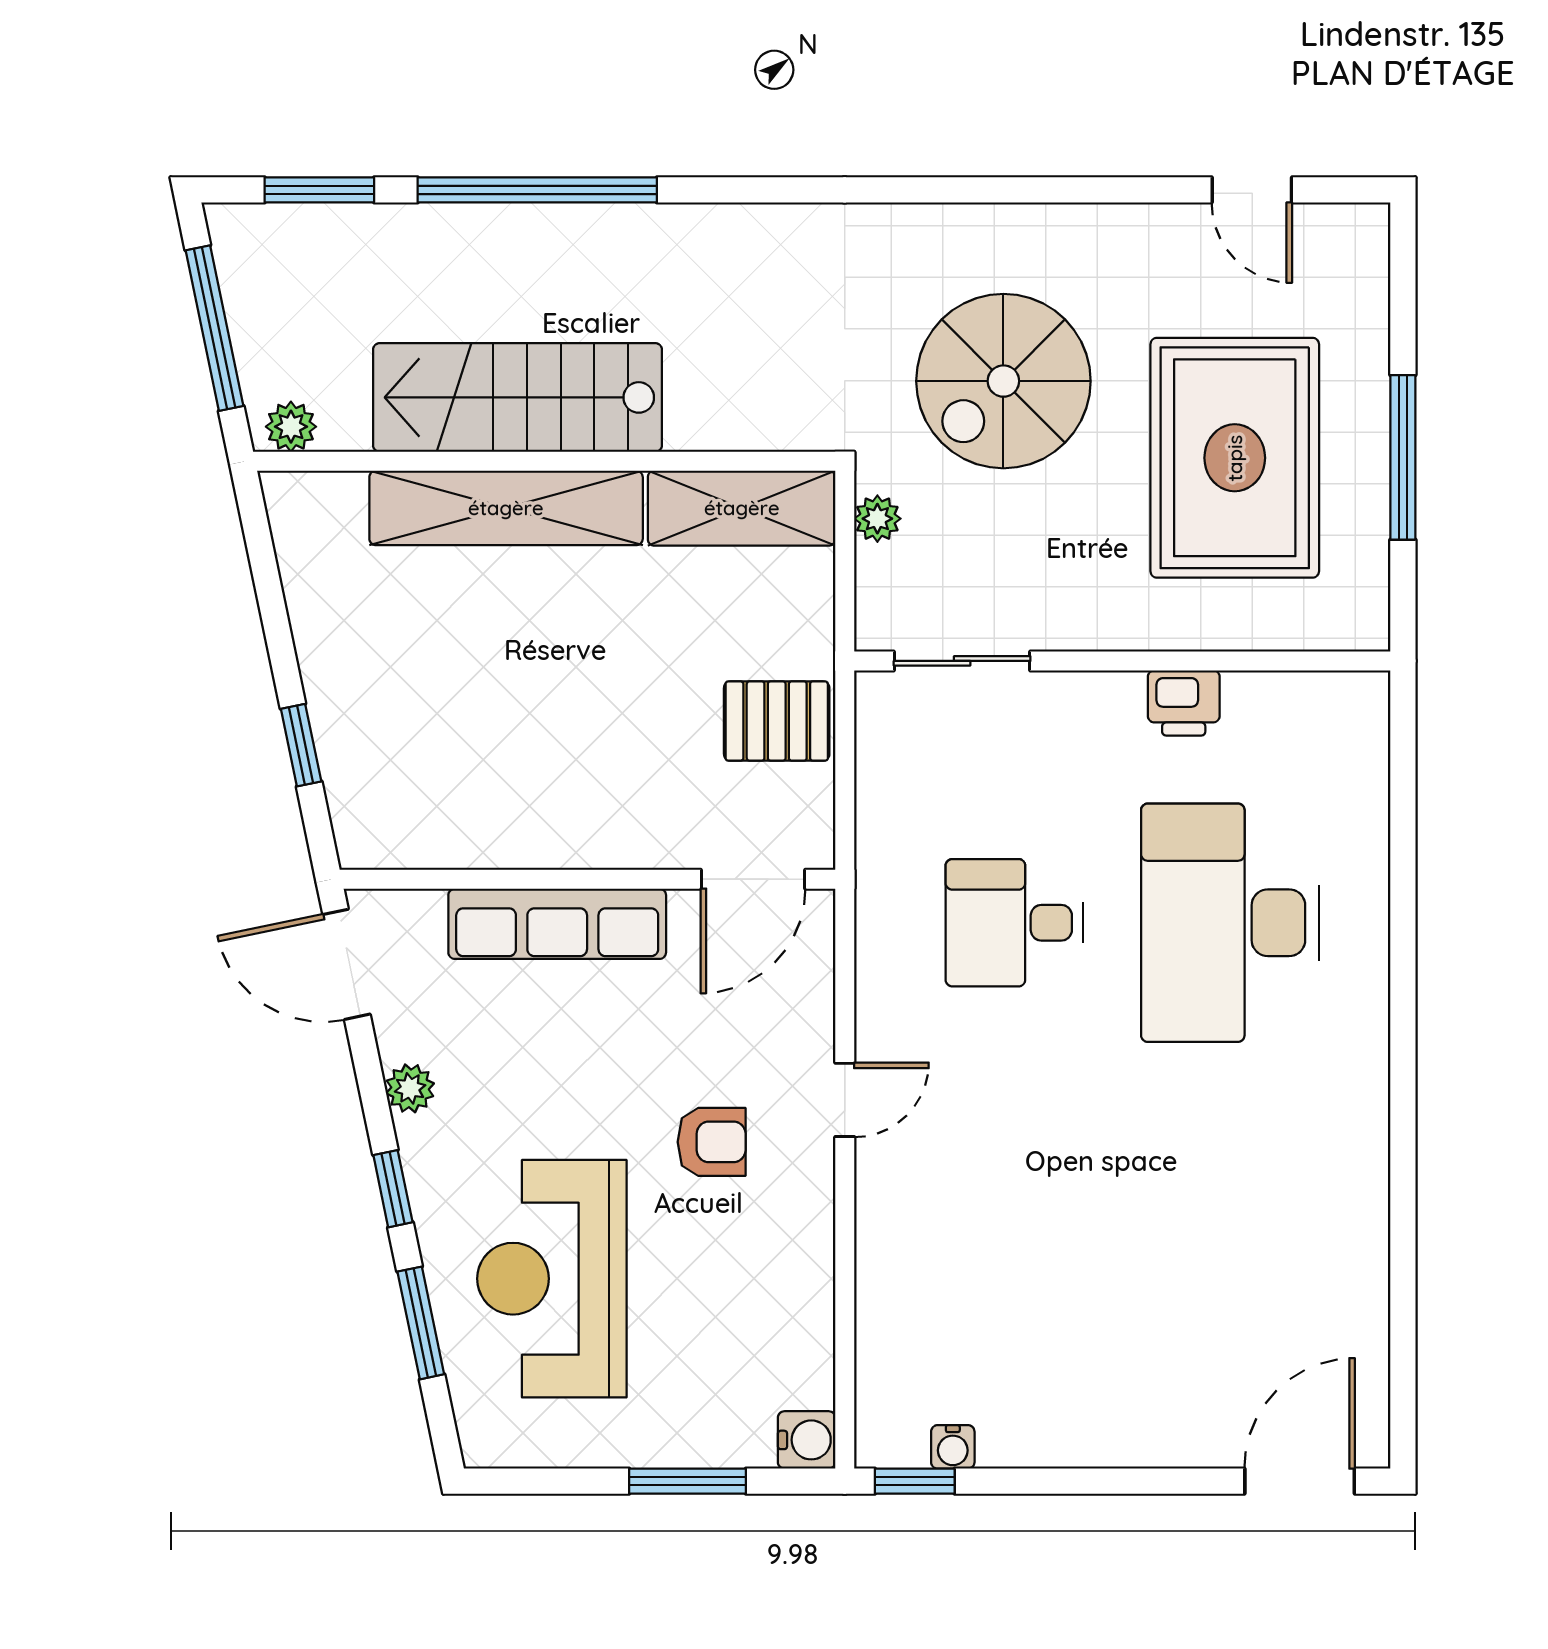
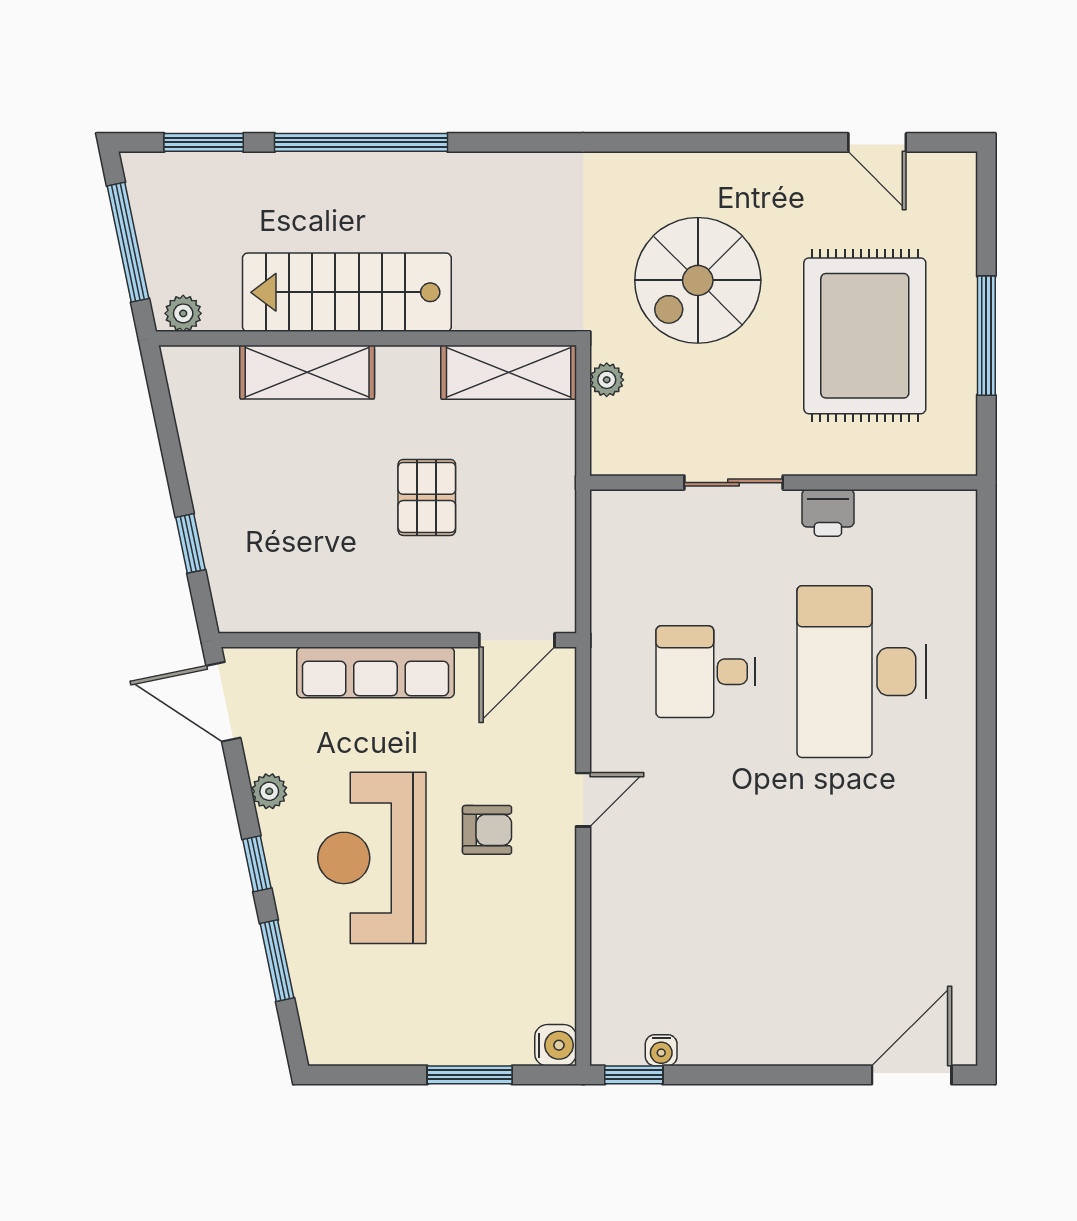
shelving: (506, 508) -> (307, 372), width x0.68
sliding door: (962, 661) -> (734, 483), moved
pallet: (777, 721) -> (427, 497), moved, turned 90
reception desk: (552, 1279) -> (372, 858), moved

